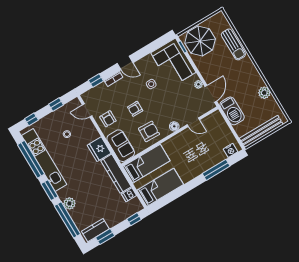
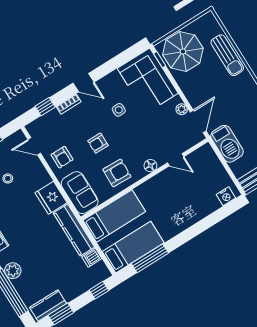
window: (216, 170) -> (150, 258), moved

